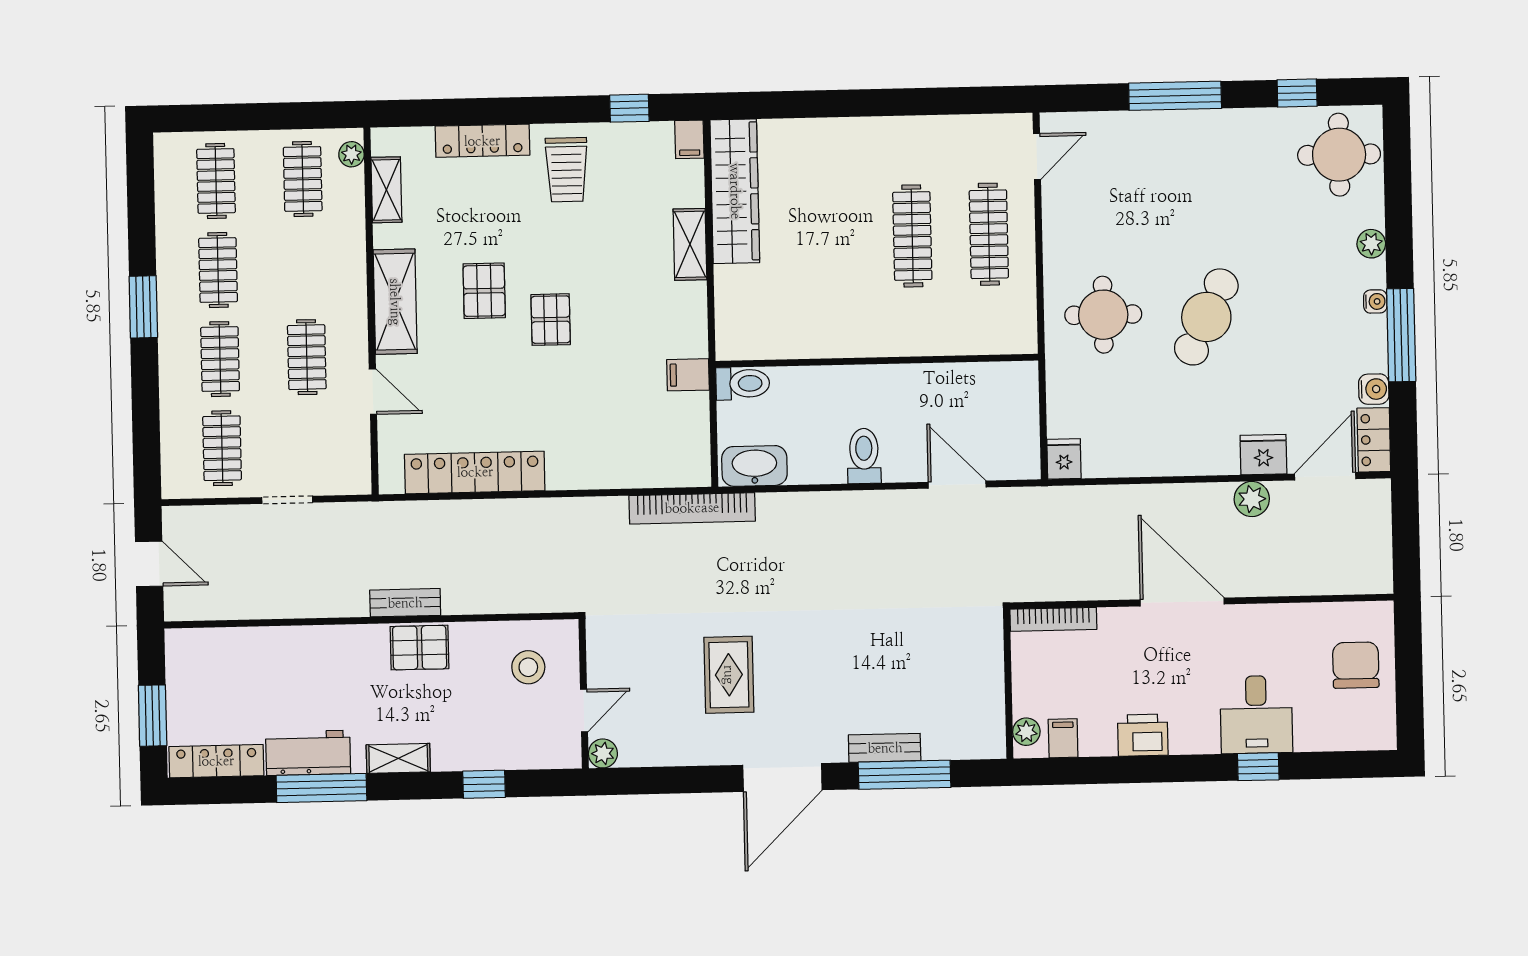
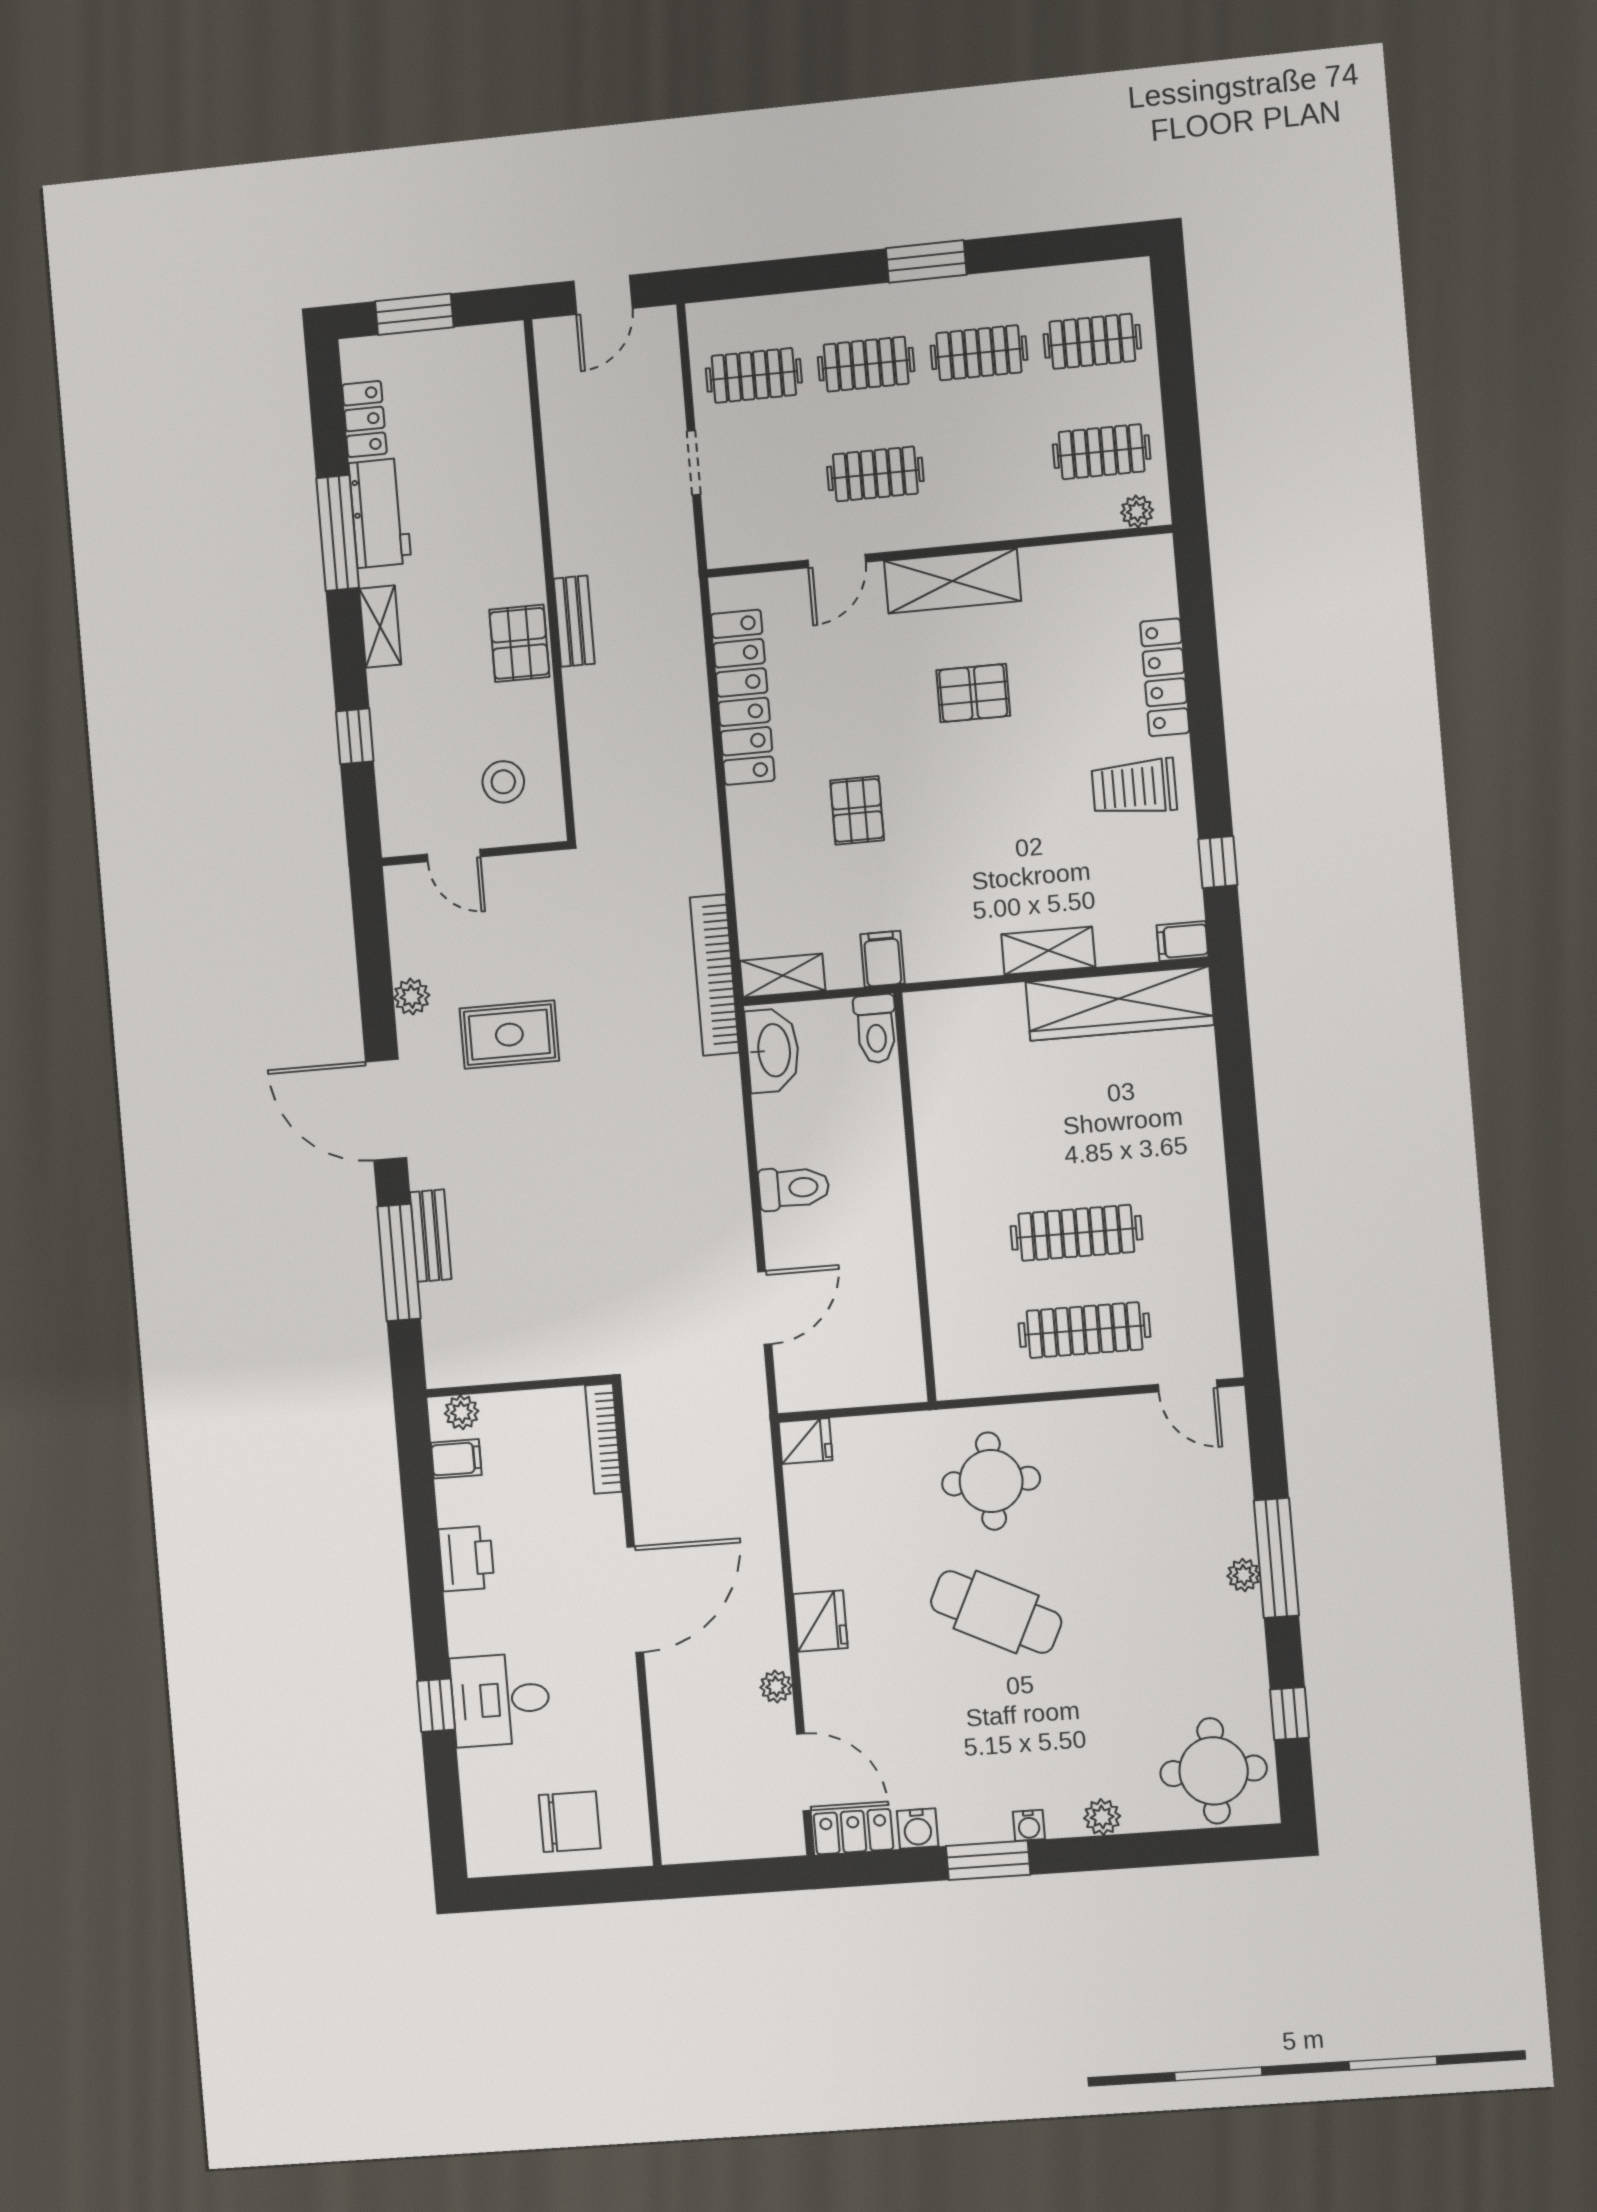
plant: (1187, 122) -> (1244, 1575), added
shelving: (386, 190) -> (783, 976), moved
pallet: (551, 320) -> (857, 810), moved, turned 90
window: (1401, 335) -> (988, 1860), width x0.69
fridge: (1263, 455) -> (820, 1621), moved
plant: (1252, 499) -> (776, 1687), width x0.73, depth x0.73
plant: (603, 753) -> (412, 997), moved
locker: (216, 761) -> (364, 419), width x0.66

